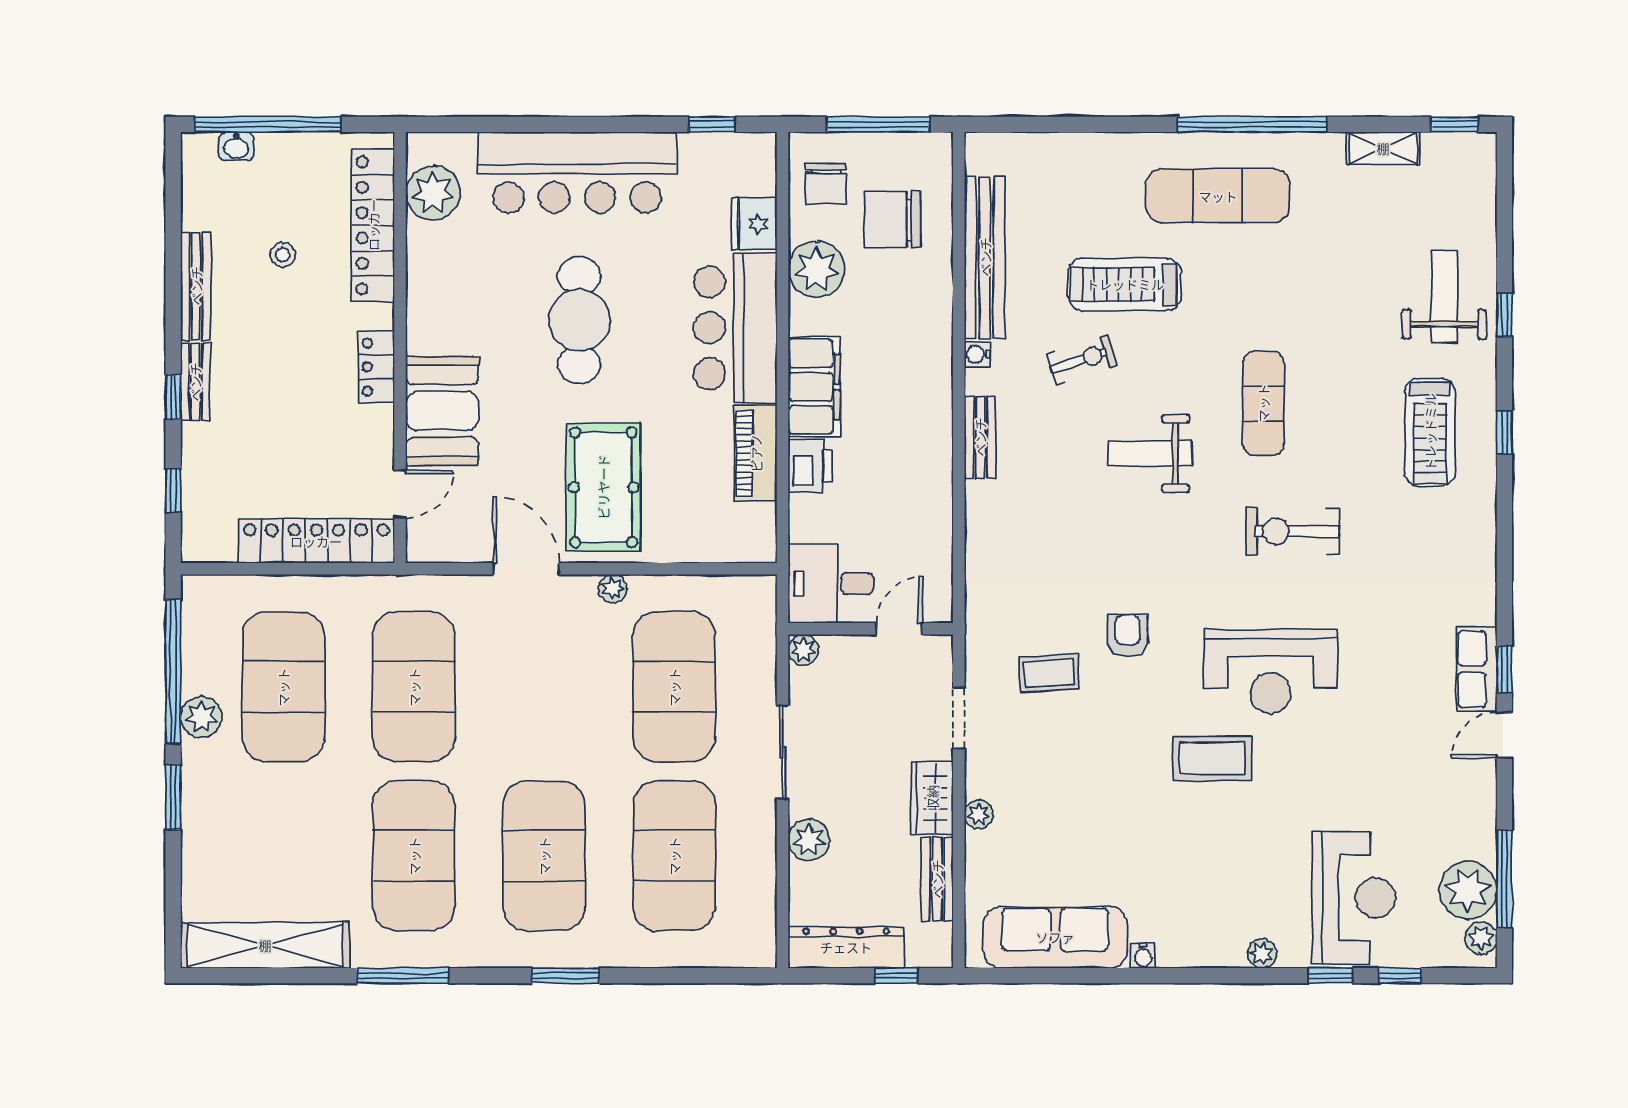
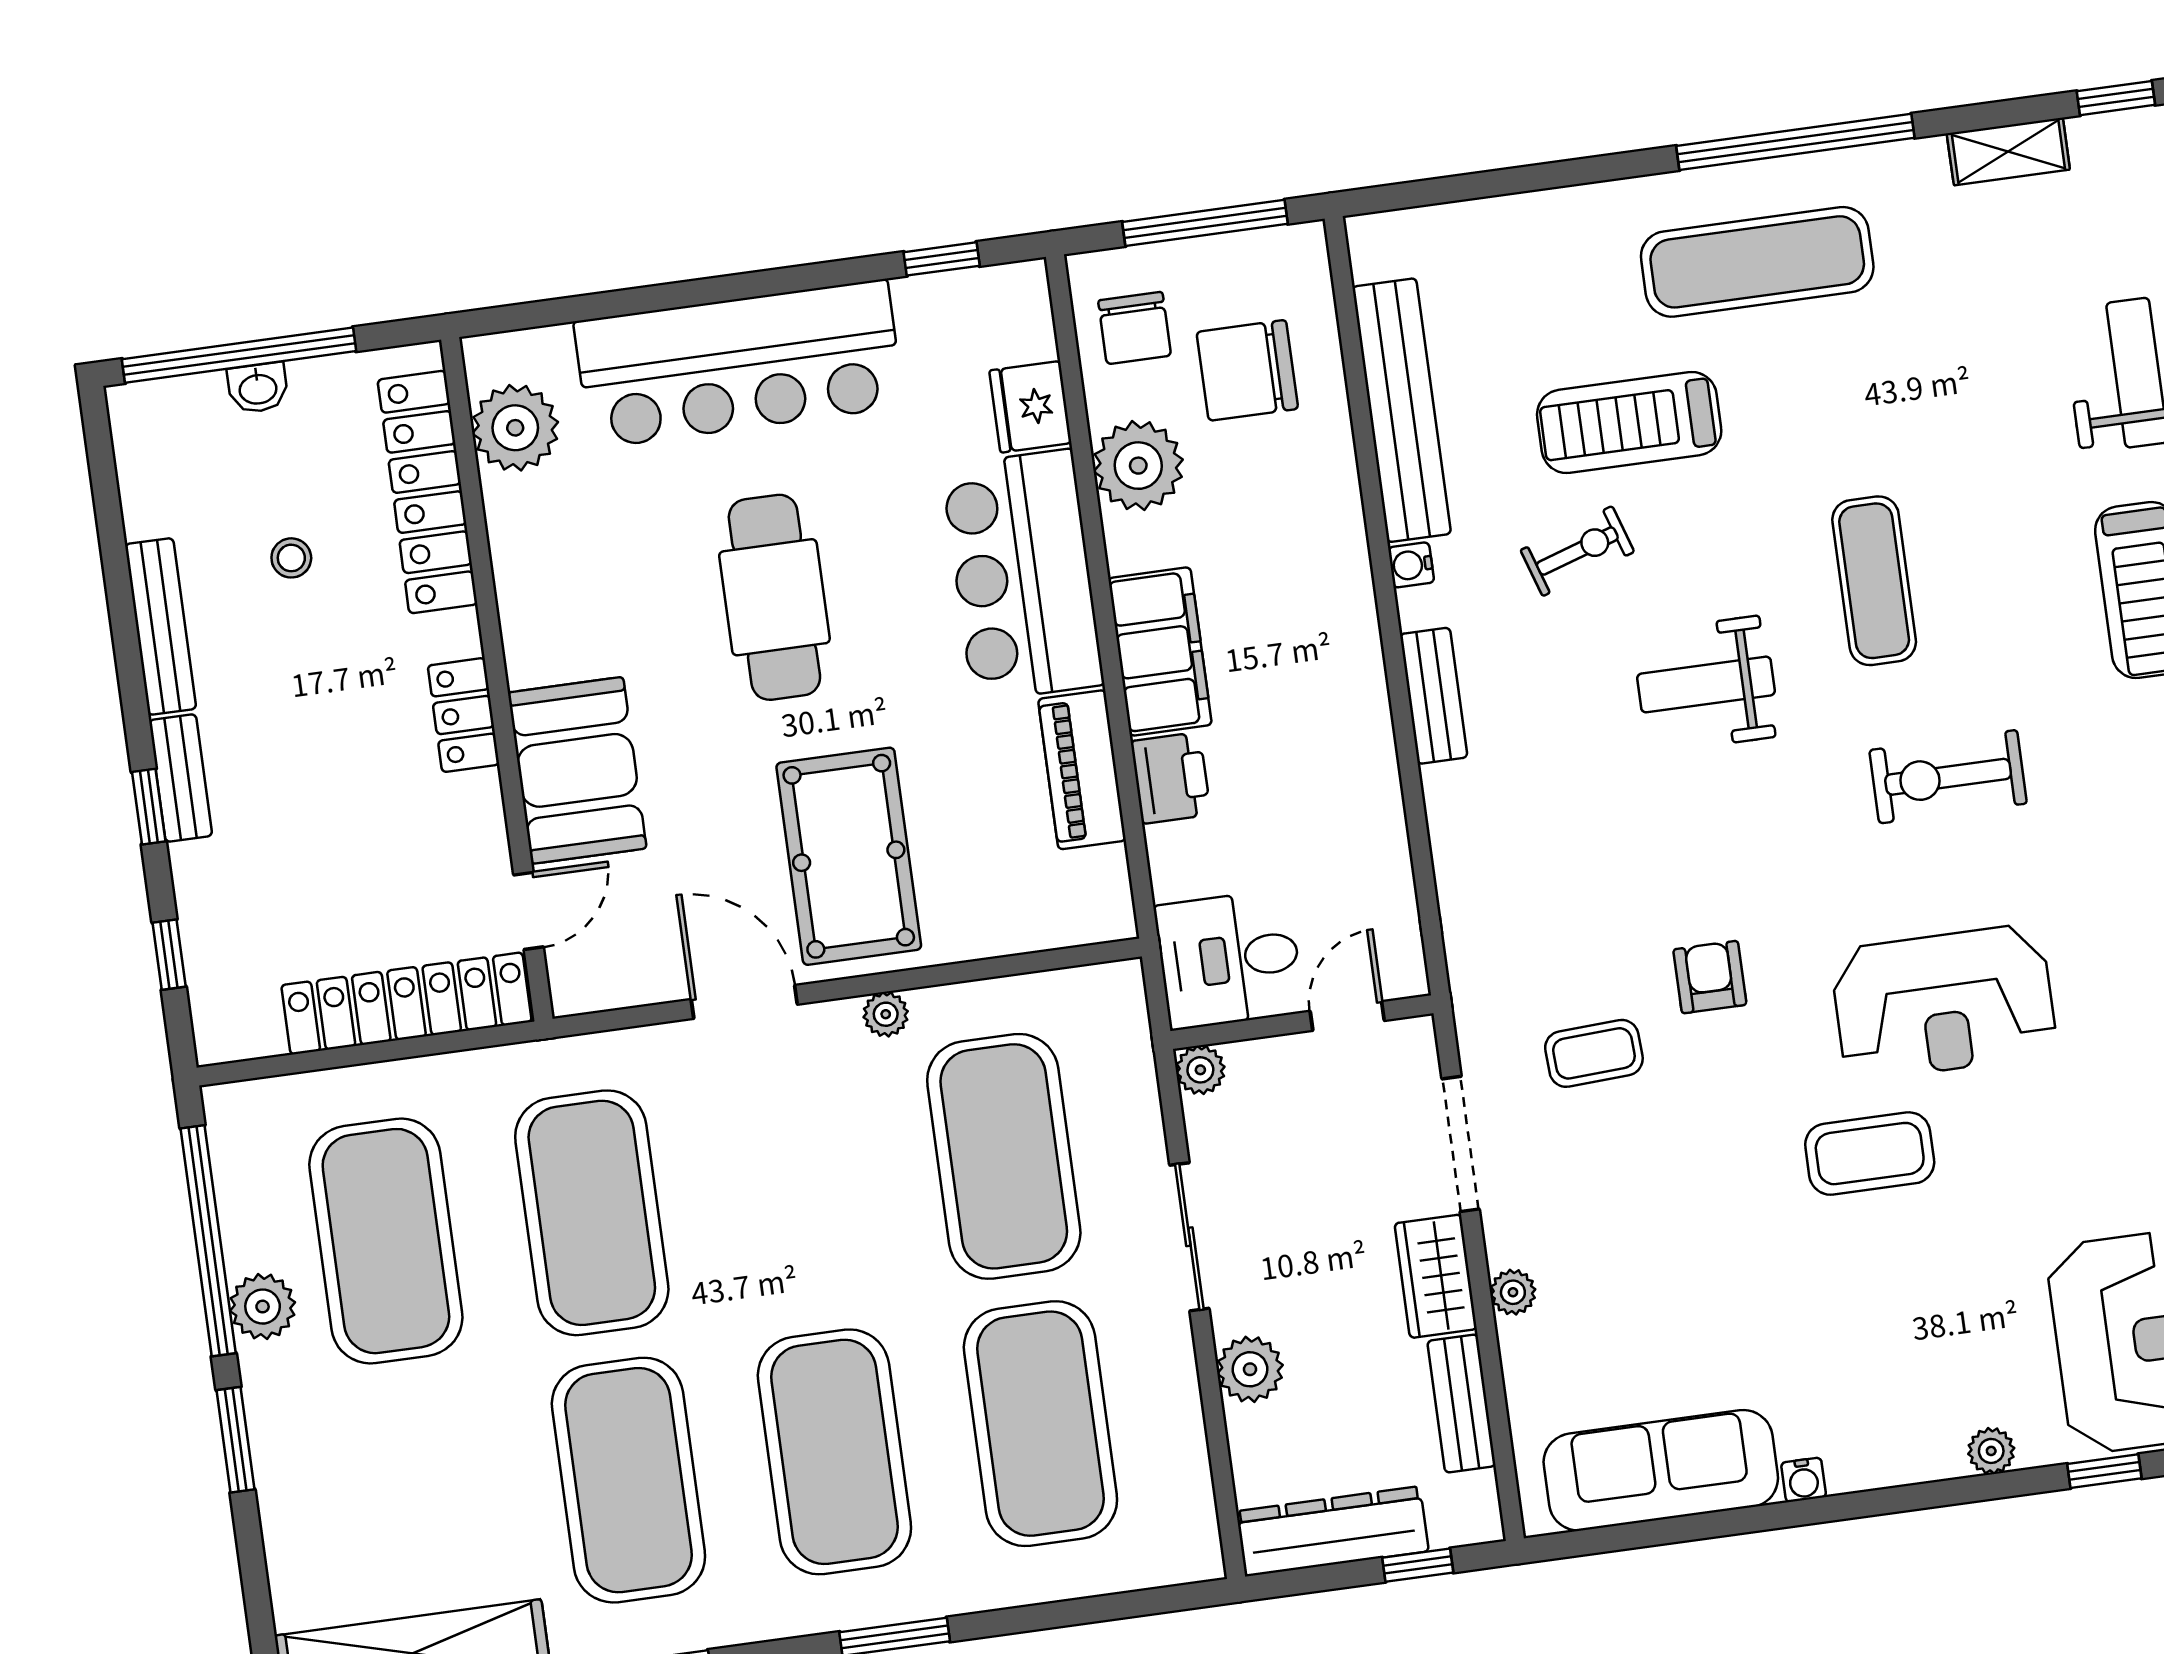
washbasin: (236, 146) -> (258, 388), moved
doorway: (959, 718) -> (1461, 1144), width x1.38

